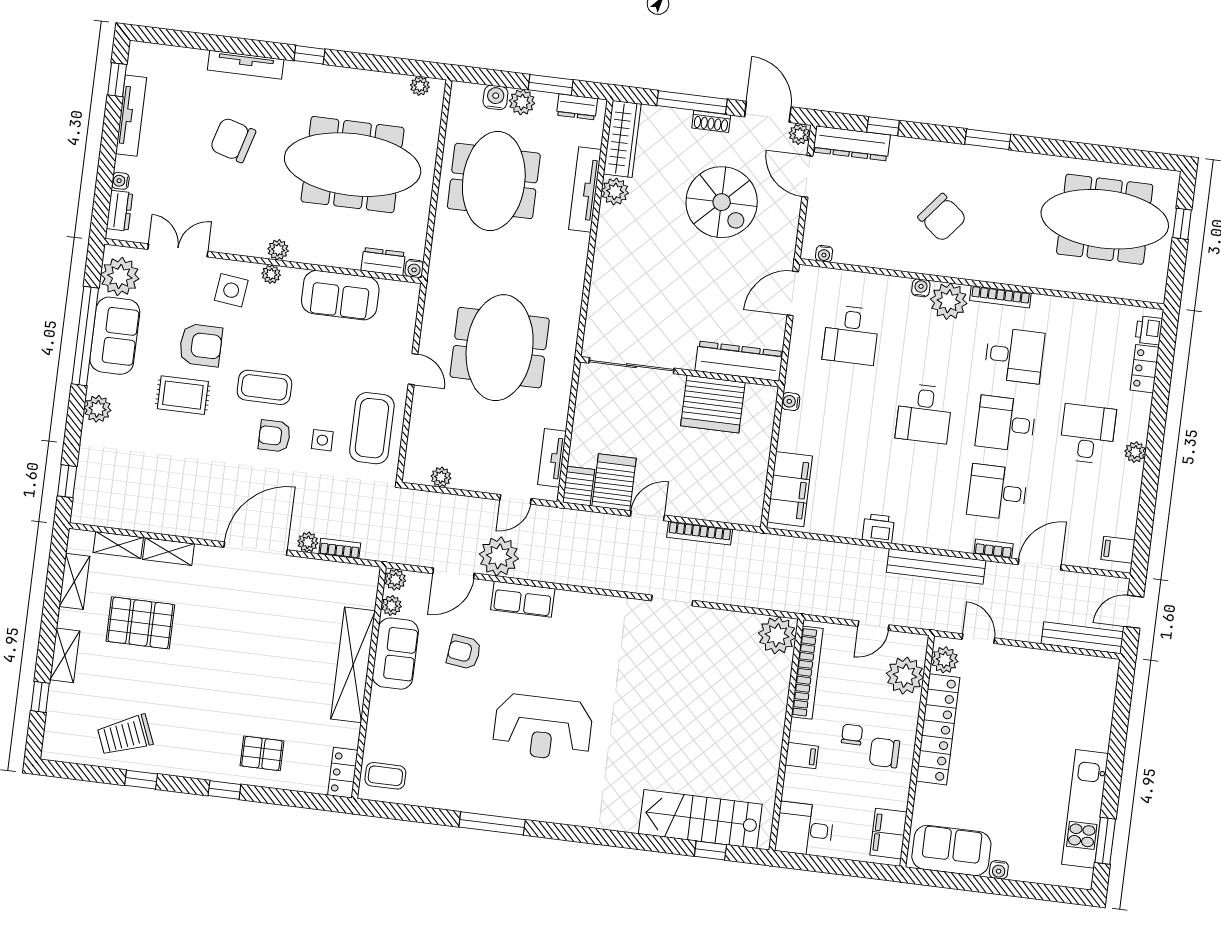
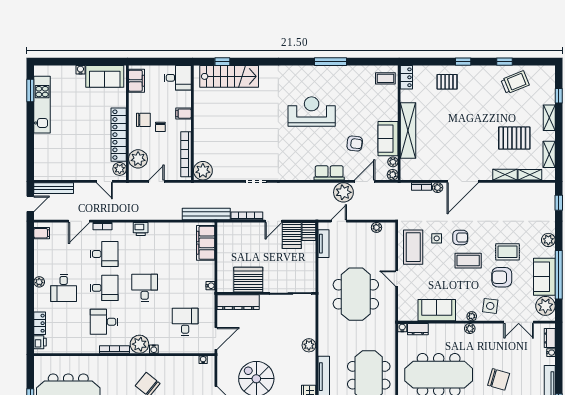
plant: (615, 191) -> (309, 345), moved
printer: (878, 528) -> (141, 229), moved
bench: (936, 566) -> (206, 214), moved

